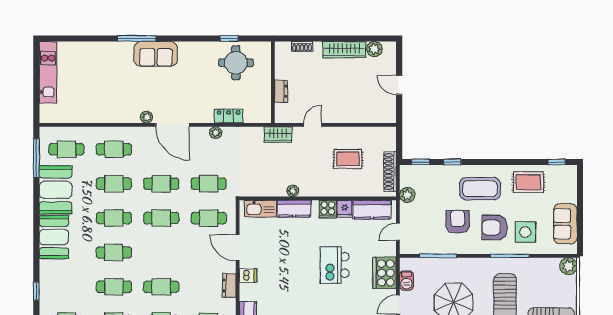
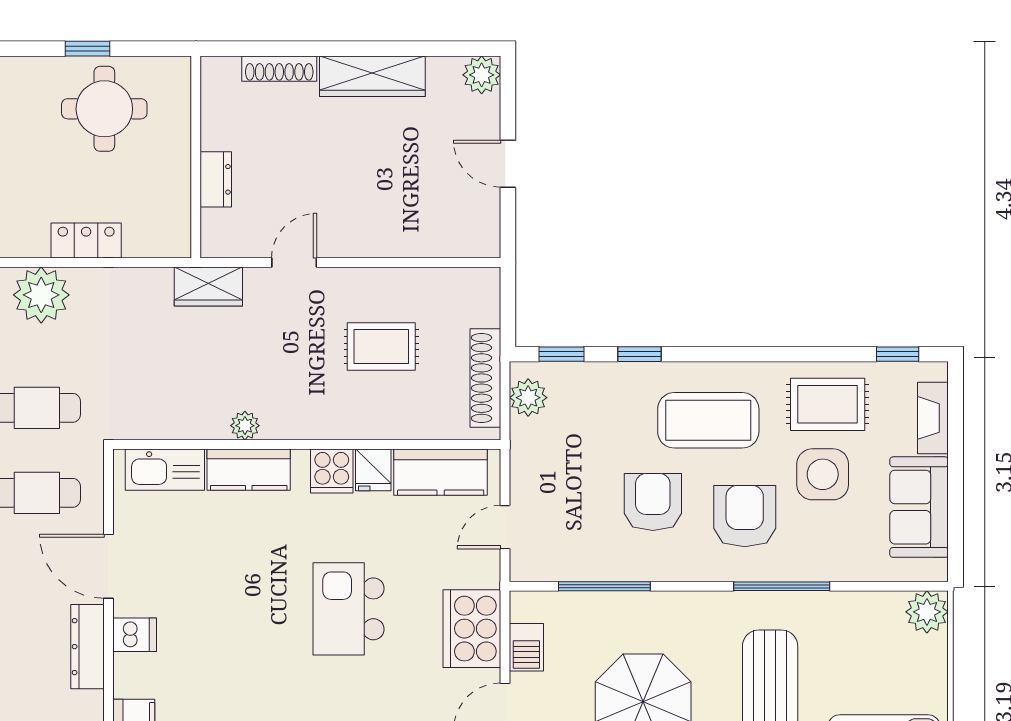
shoe rack: (302, 47) -> (279, 69), width x1.43
plant: (374, 49) -> (482, 75), moved
plant: (216, 133) -> (41, 295), width x1.87, depth x1.87
fireplace: (571, 188) -> (933, 418), added
plant: (407, 195) -> (528, 398), moved
armchair: (495, 227) -> (745, 516), turned 90
side table: (525, 232) -> (823, 474), moved
dresser: (229, 285) -> (88, 647), width x1.44

